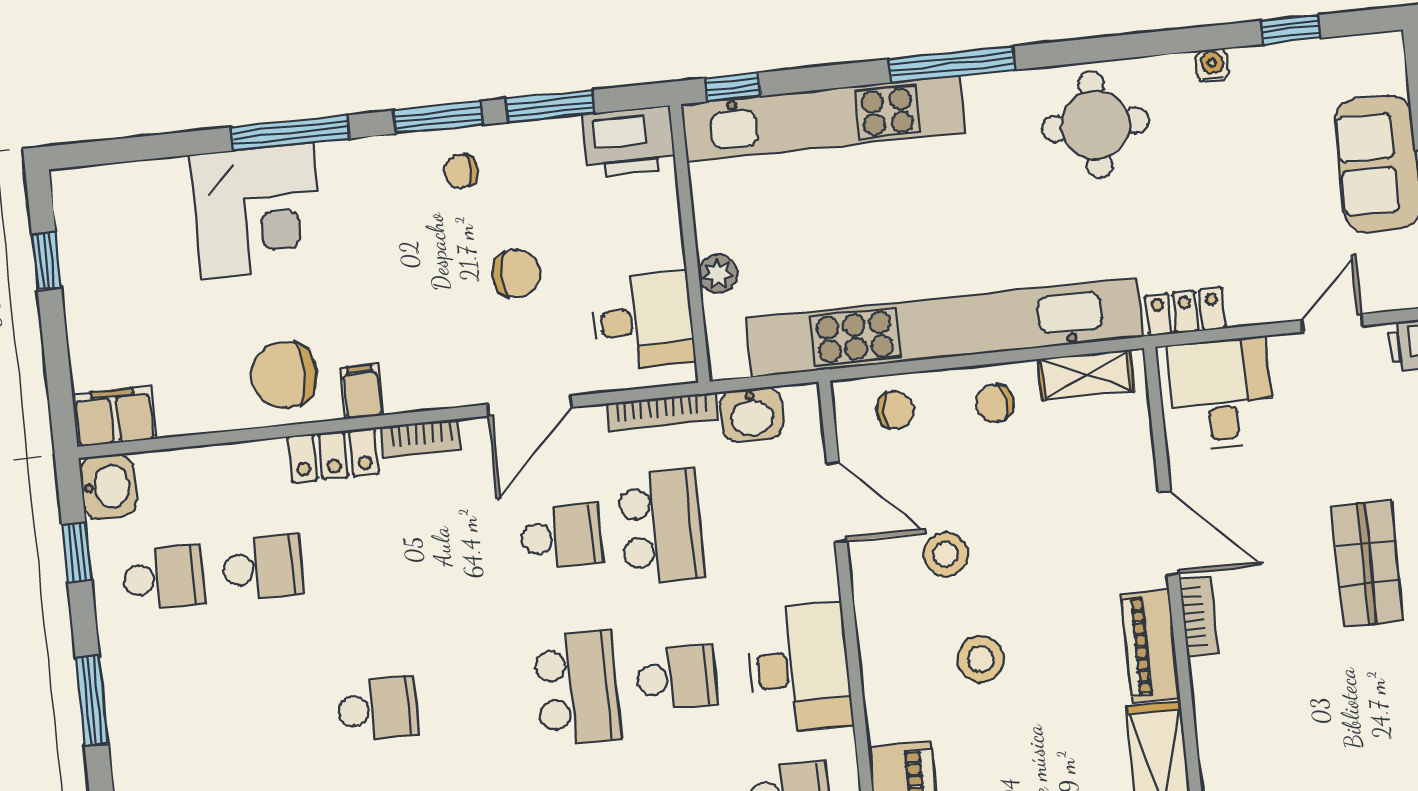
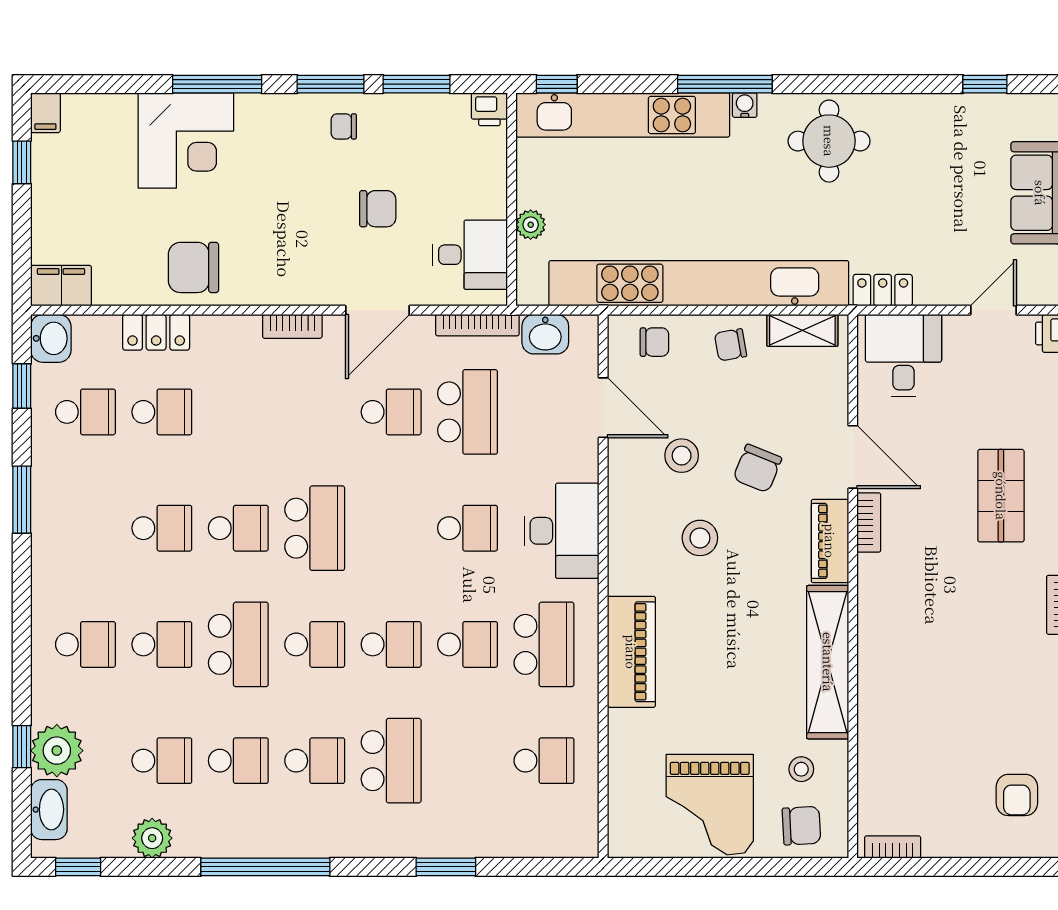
water cooler: (1212, 65) -> (745, 105), moved
printer: (629, 141) -> (489, 109), width x0.53, depth x0.68
filing cabinet: (362, 392) -> (45, 113), moved, turned 180
locker: (333, 455) -> (156, 332), moved
chair: (1046, 561) -> (757, 468), added
school desk: (577, 688) -> (315, 528), moved
school desk: (278, 719) -> (162, 528), added

